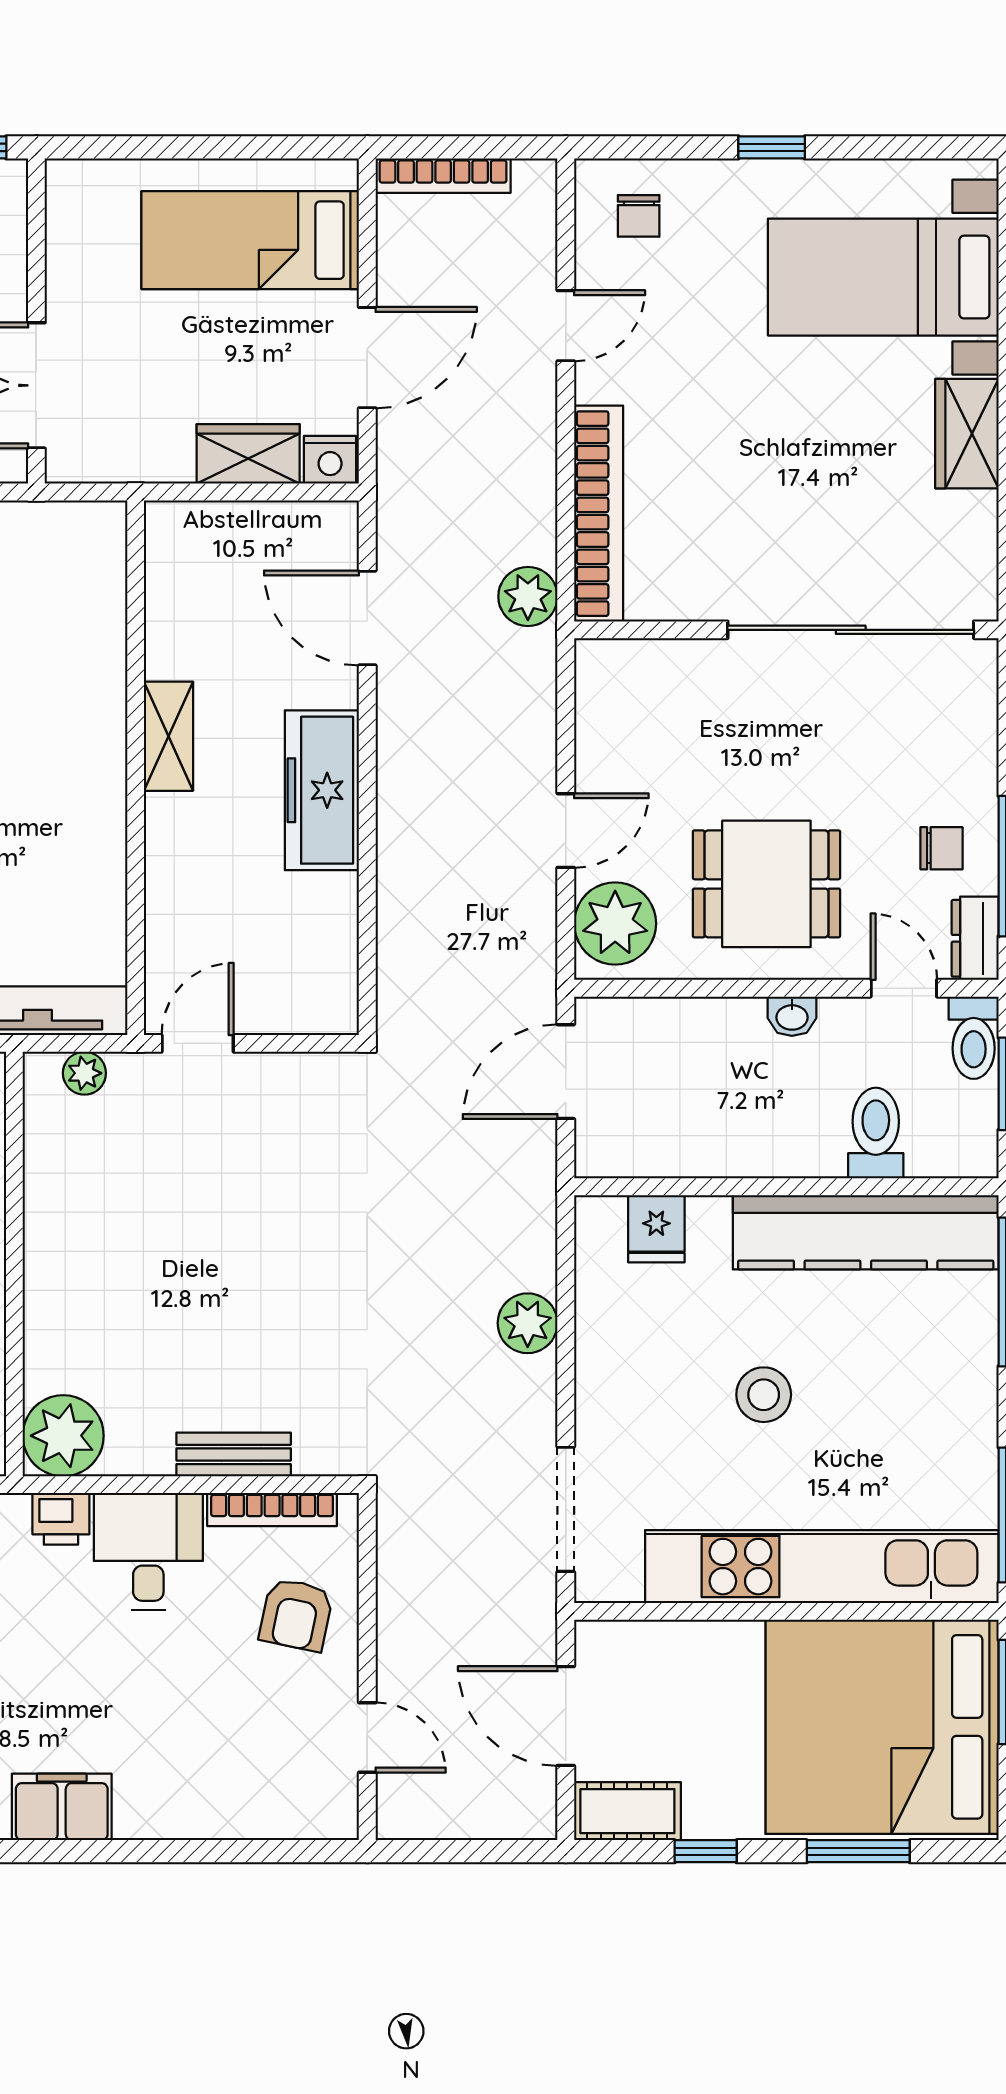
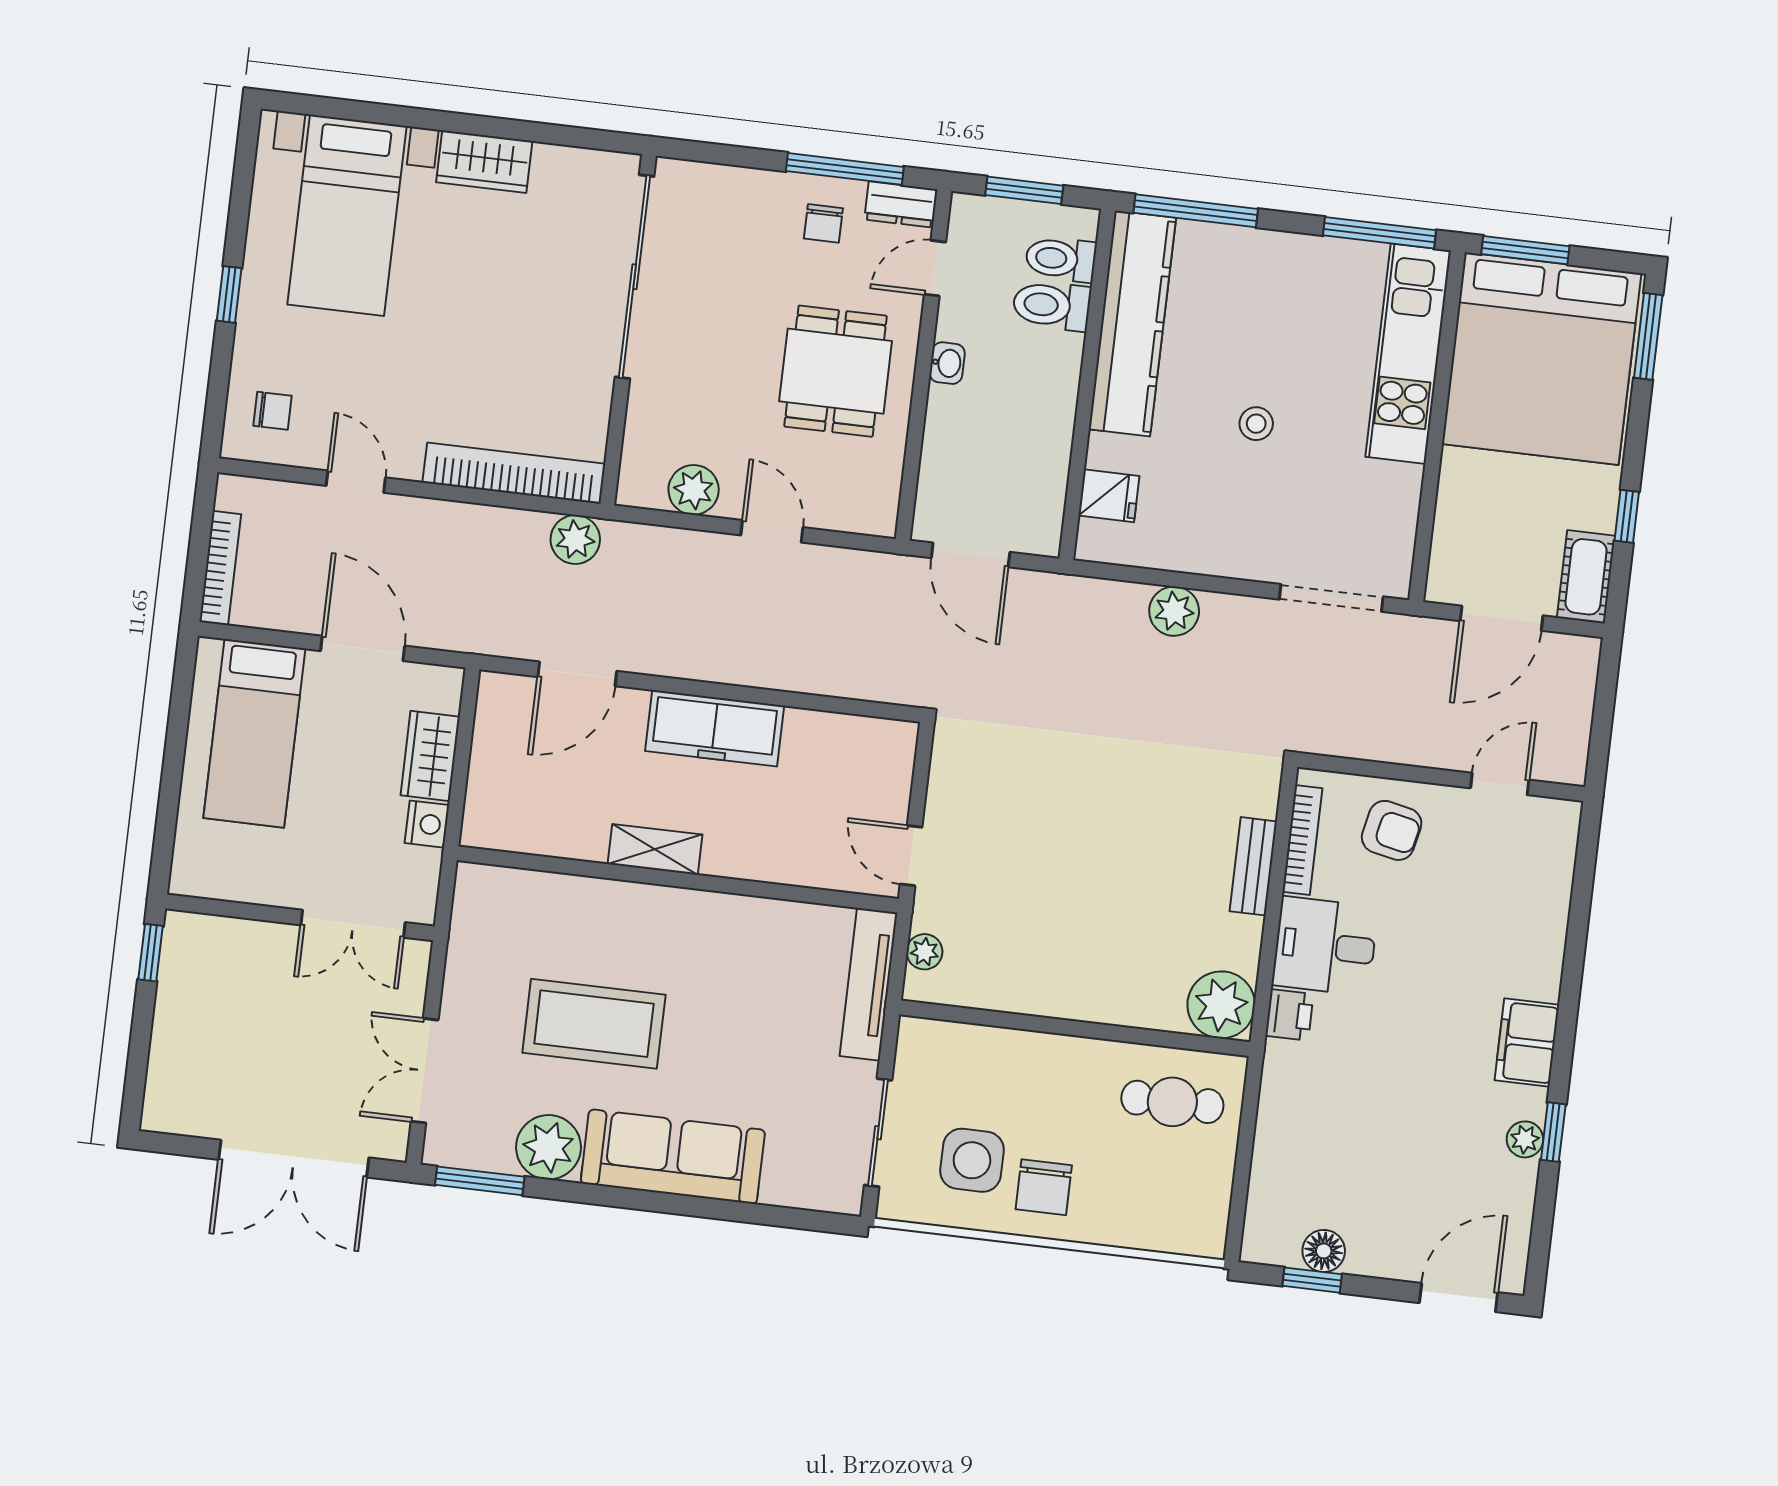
nightstand: (330, 460) -> (427, 824), moved
chair: (942, 848) -> (823, 223), turned 180
plant: (615, 923) -> (694, 490), moved, width x0.73, depth x0.73
toilet: (974, 1038) -> (1061, 259), moved, turned 180
stool: (764, 1395) -> (1256, 424), width x0.73, depth x0.73
kitchen unit: (822, 1567) -> (1408, 354), width x0.73
window: (858, 1851) -> (1648, 336), moved

